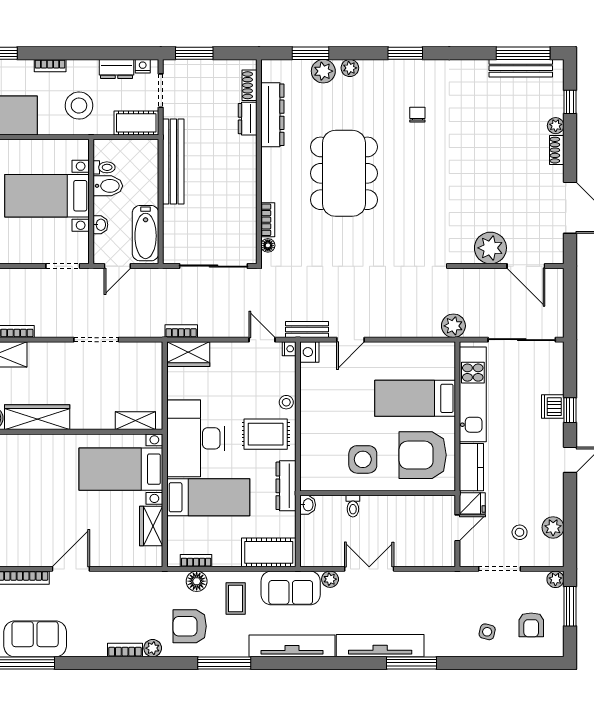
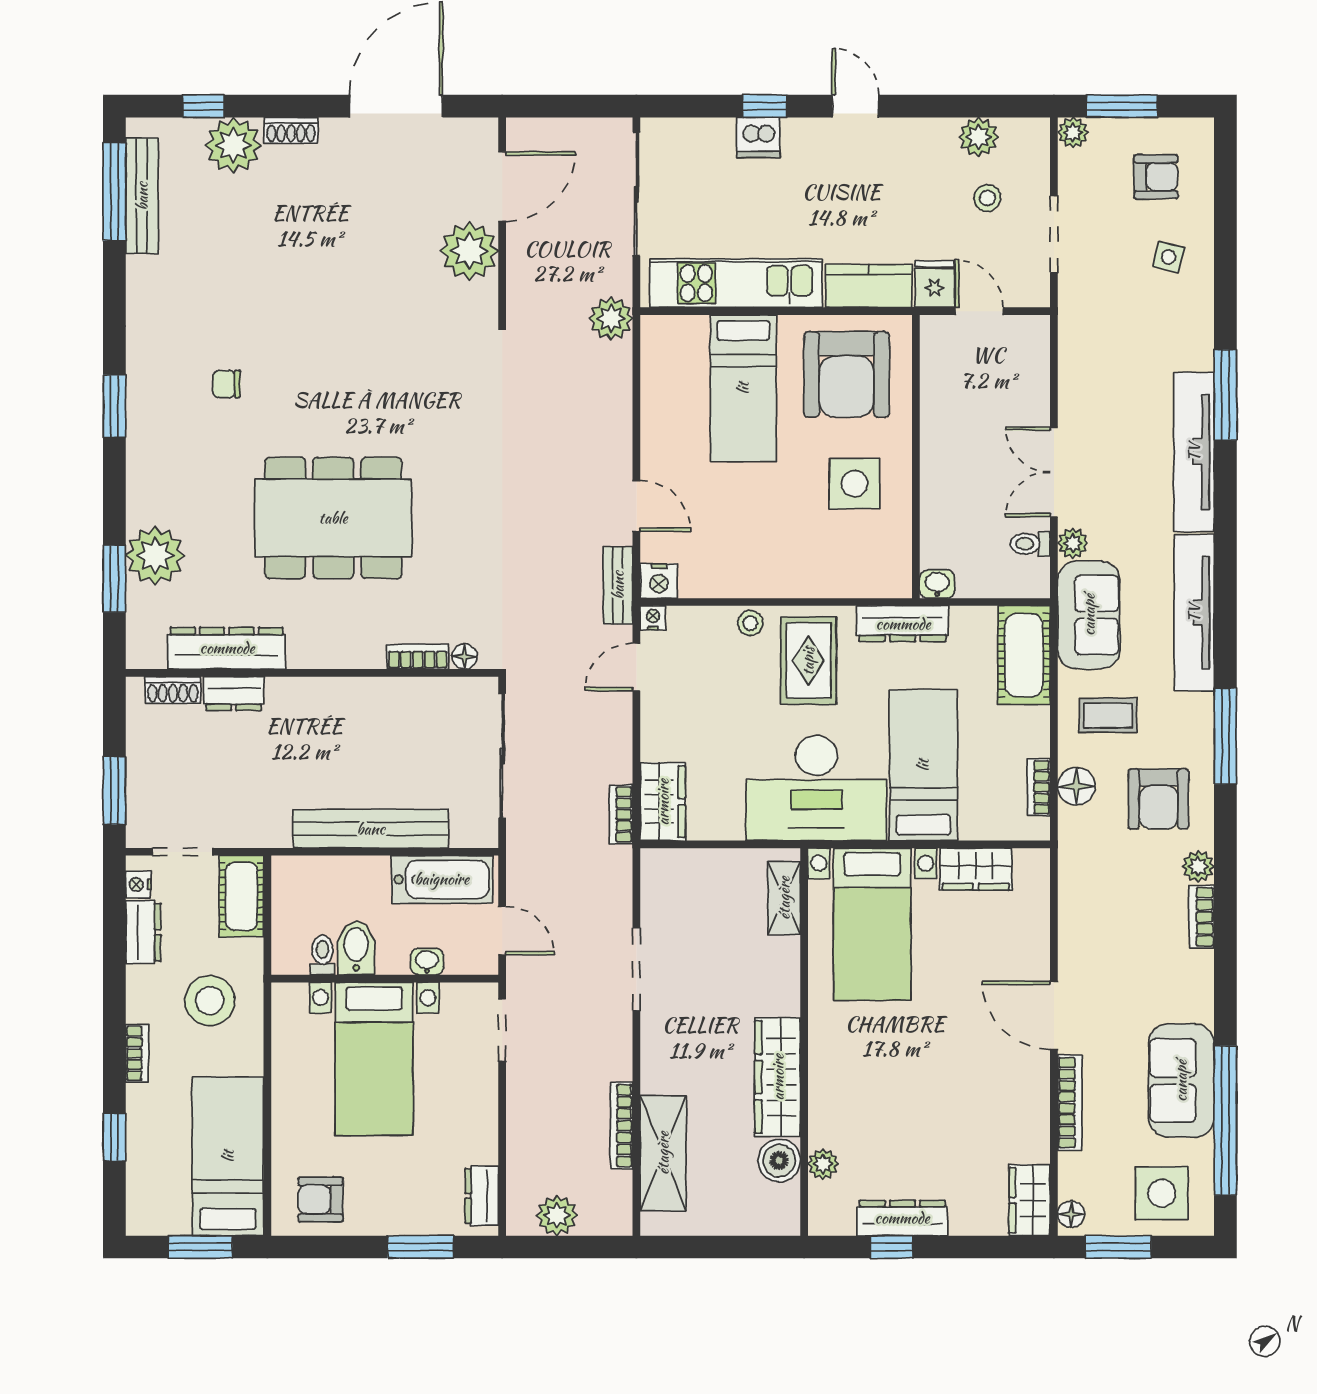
plant: (350, 68) -> (141, 507), removed
plant: (323, 71) -> (155, 556), width x1.36, depth x1.36
plant: (556, 126) -> (233, 145), width x1.88, depth x1.88
bench: (173, 162) -> (371, 829), moved
toilet: (353, 506) -> (1030, 544), moved, turned 180

